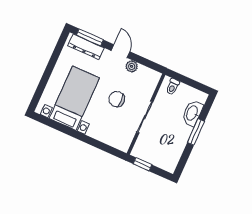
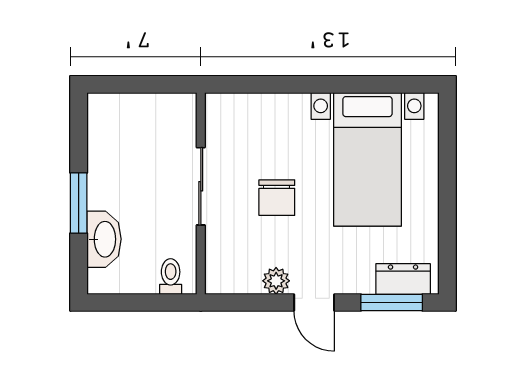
dresser: (86, 47) -> (403, 279), width x0.70
chair: (117, 99) -> (277, 198), turned 92
window: (142, 164) -> (161, 84), removed

